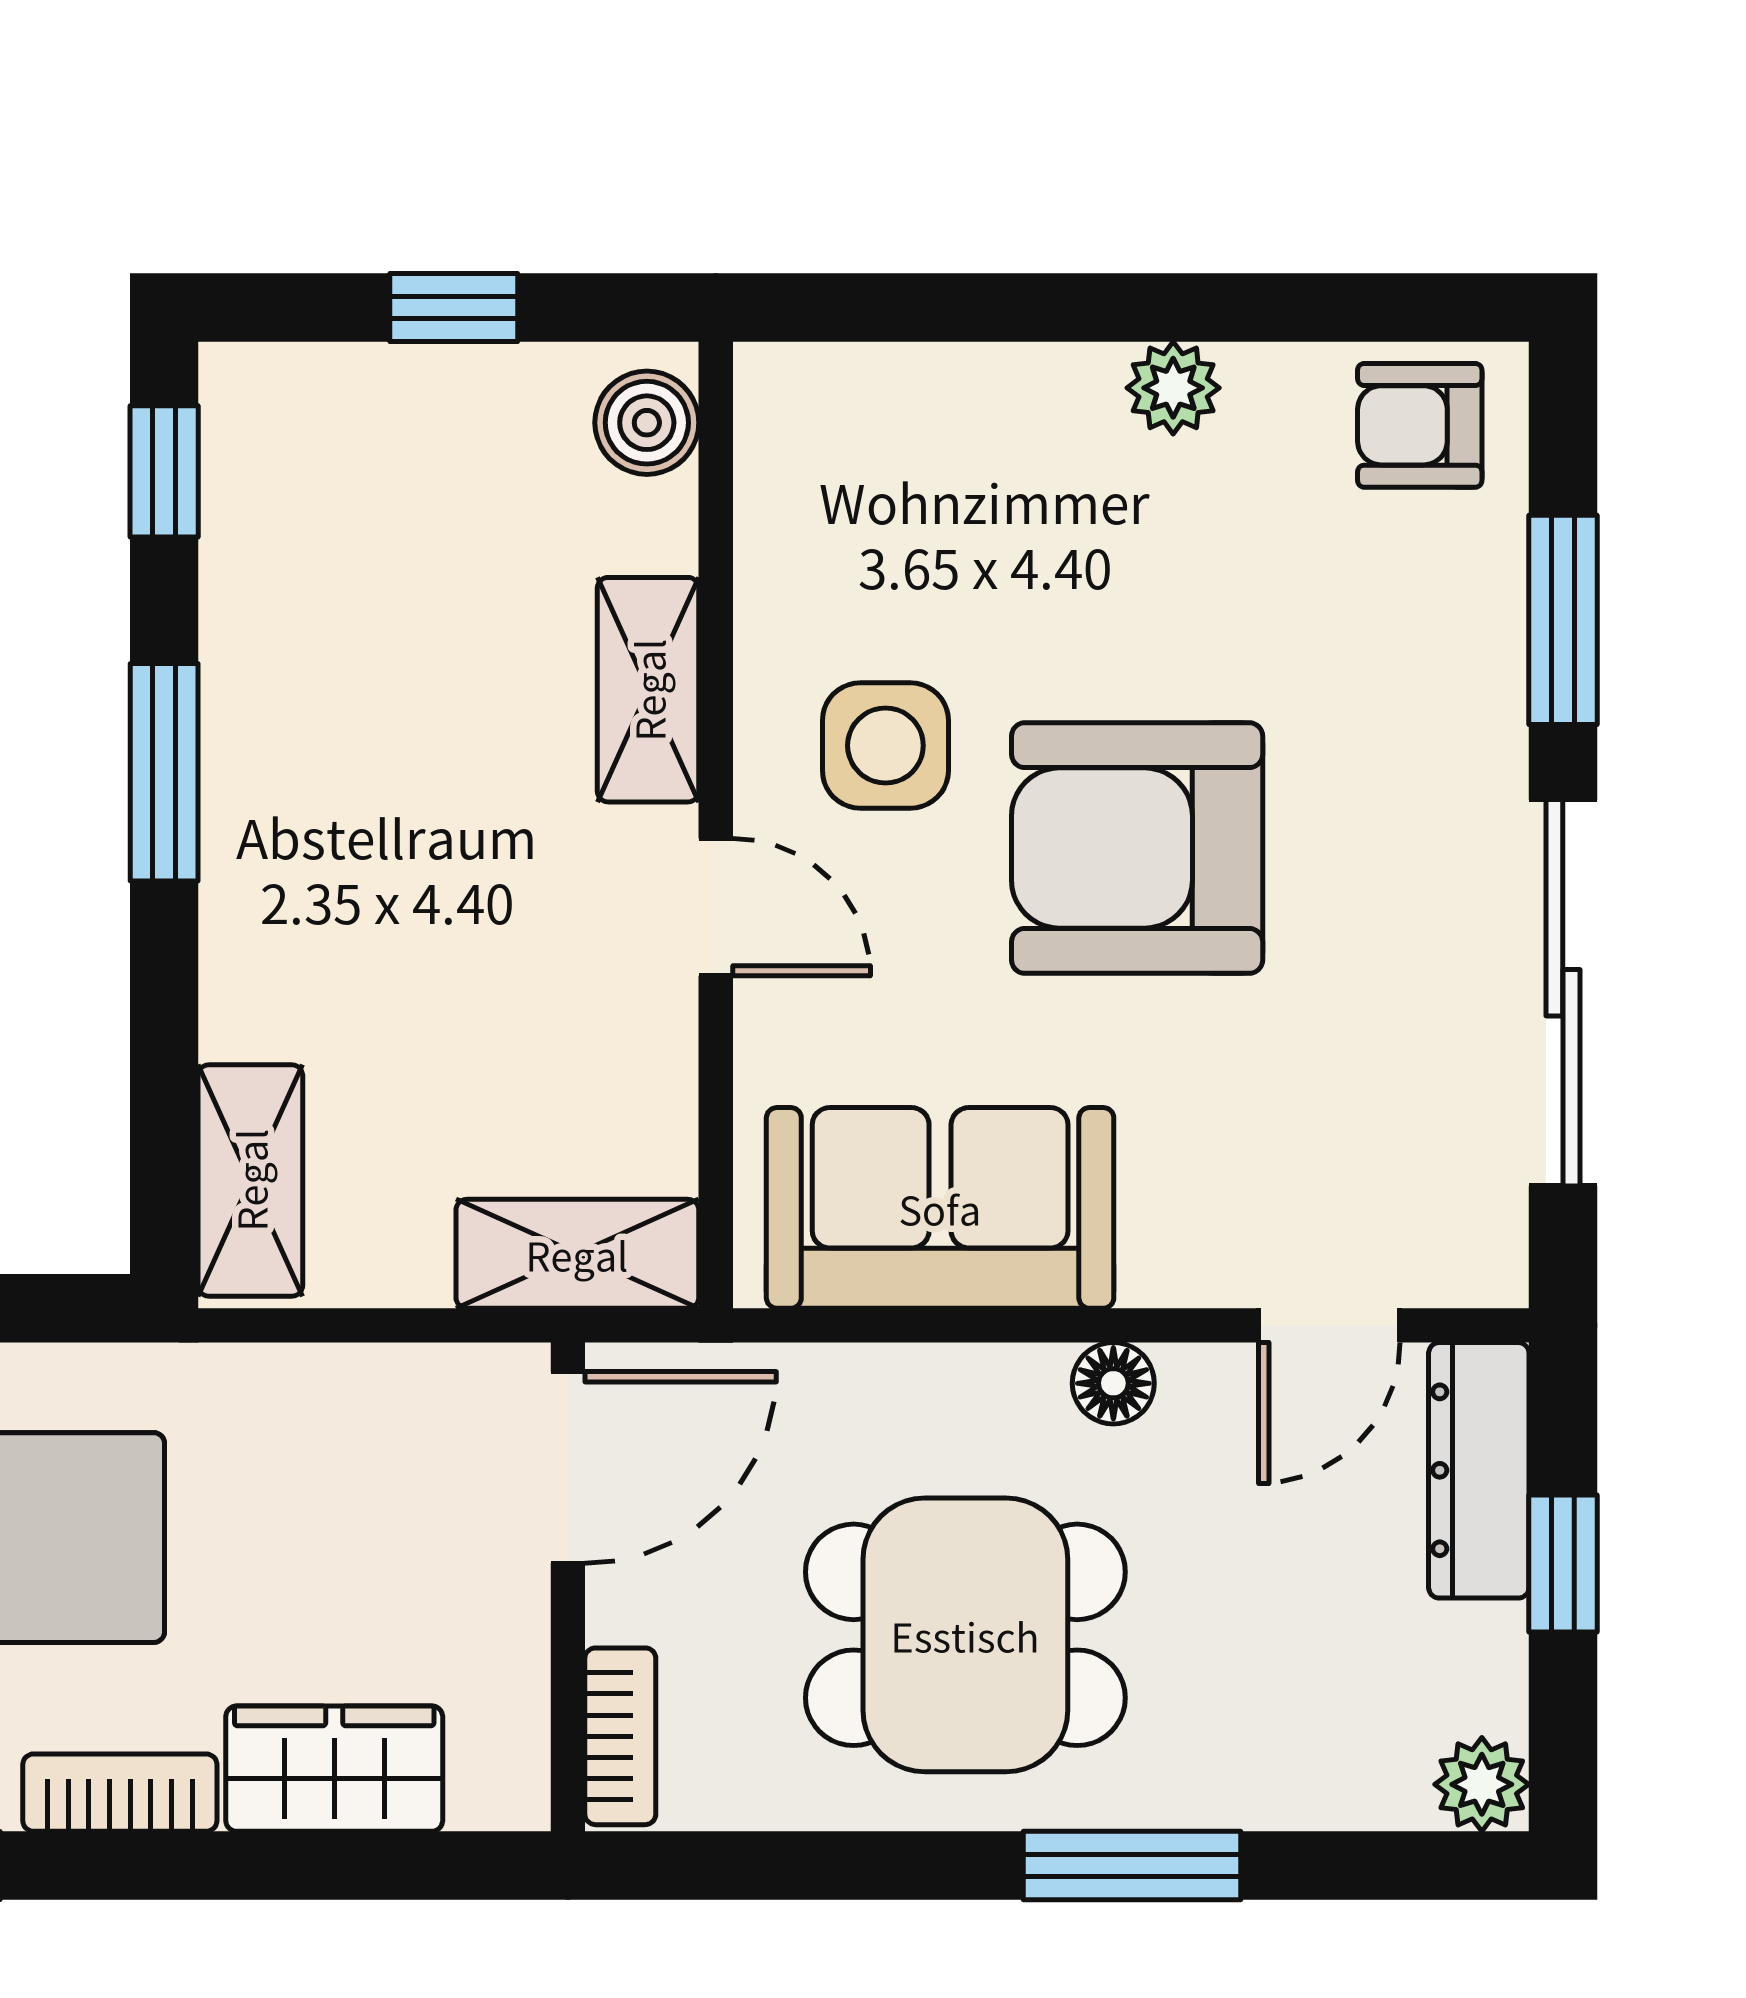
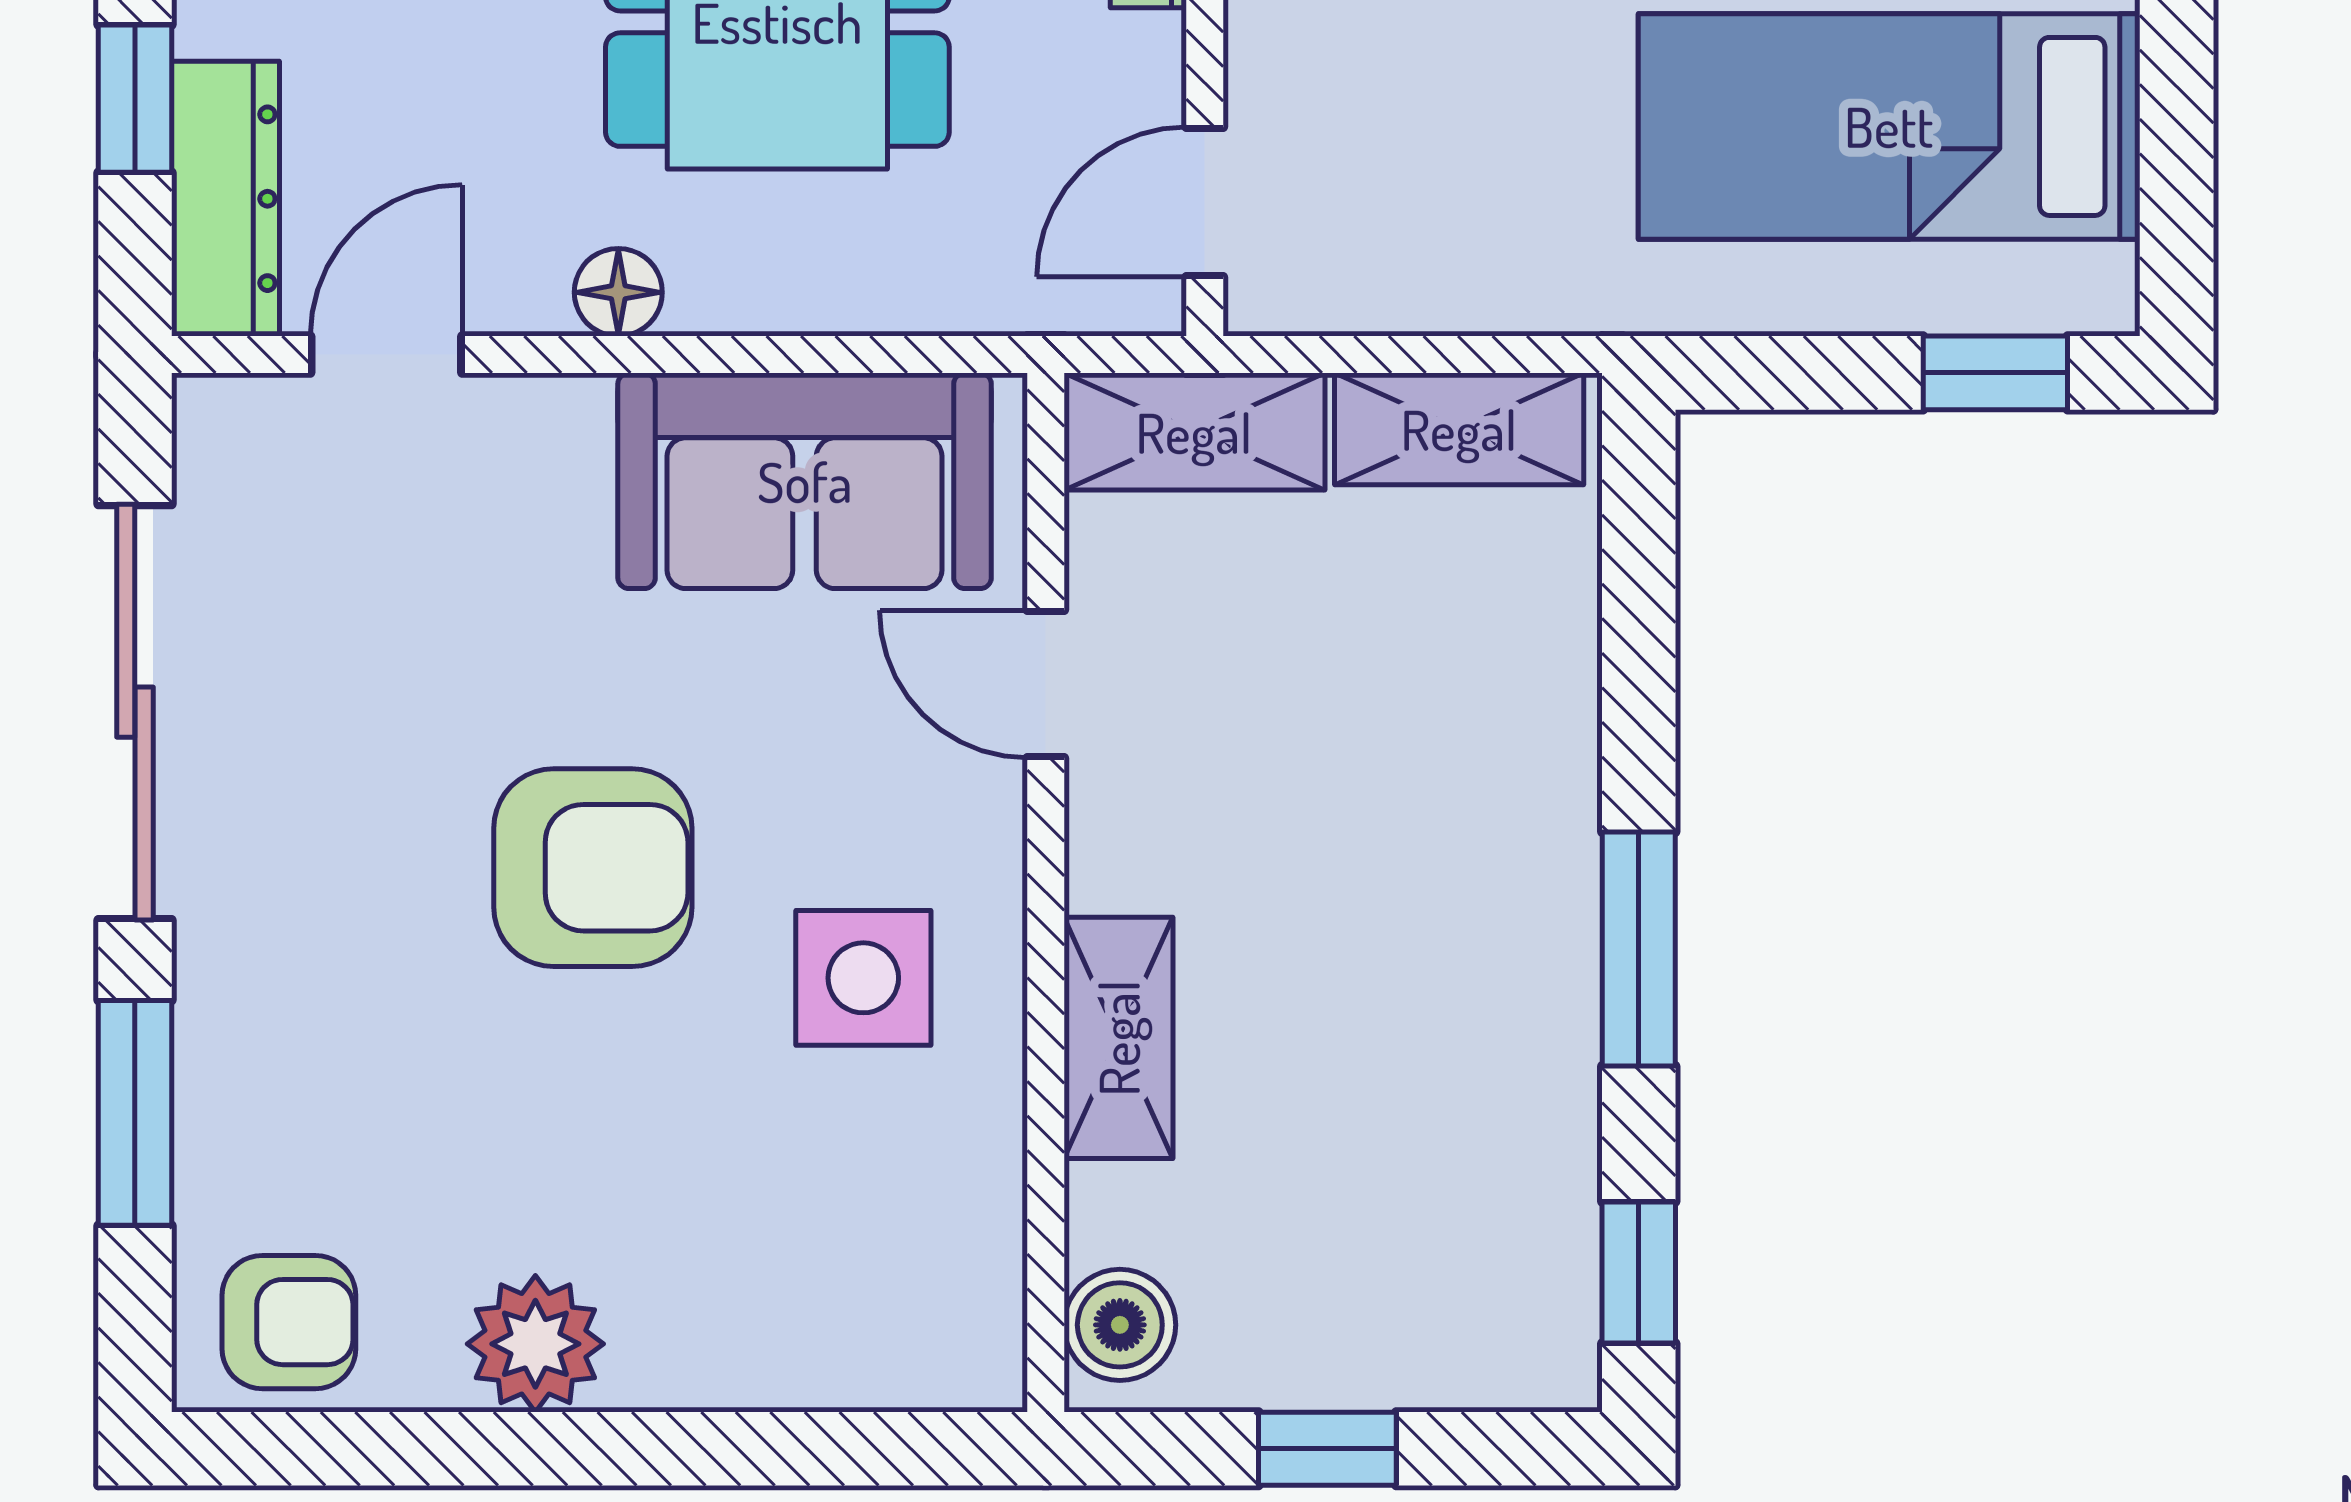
plant: (1173, 388) -> (535, 1344), width x1.38, depth x1.38
armchair: (1137, 848) -> (593, 868), width x0.73, depth x0.73
door: (716, 907) -> (1046, 684), moved
shelving: (250, 1180) -> (1459, 429), moved, turned 90
door: (568, 1467) -> (1205, 202), width x0.73

